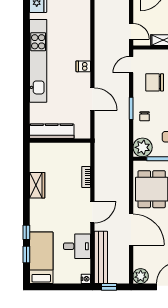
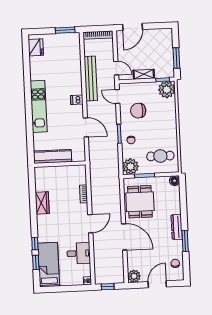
kitchen unit: (38, 61) -> (39, 106), width x0.73
door: (131, 65) -> (117, 97), hinge flipped
bench: (101, 257) -> (91, 79), moved

